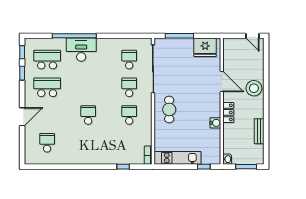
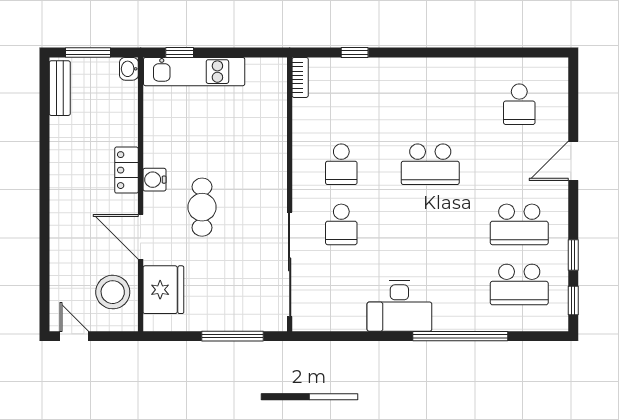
fridge: (205, 47) -> (163, 290), moved, turned 90
desk: (81, 50) -> (399, 306), moved
school desk: (129, 60) -> (341, 284), removed
stool: (254, 88) -> (113, 292), moved
cafe table: (169, 109) -> (202, 207), moved
school desk: (88, 115) -> (430, 164), width x1.85
water cooler: (215, 123) -> (154, 180), moved
bench: (259, 131) -> (60, 88), moved
kitchen unit: (177, 158) -> (194, 72), moved

